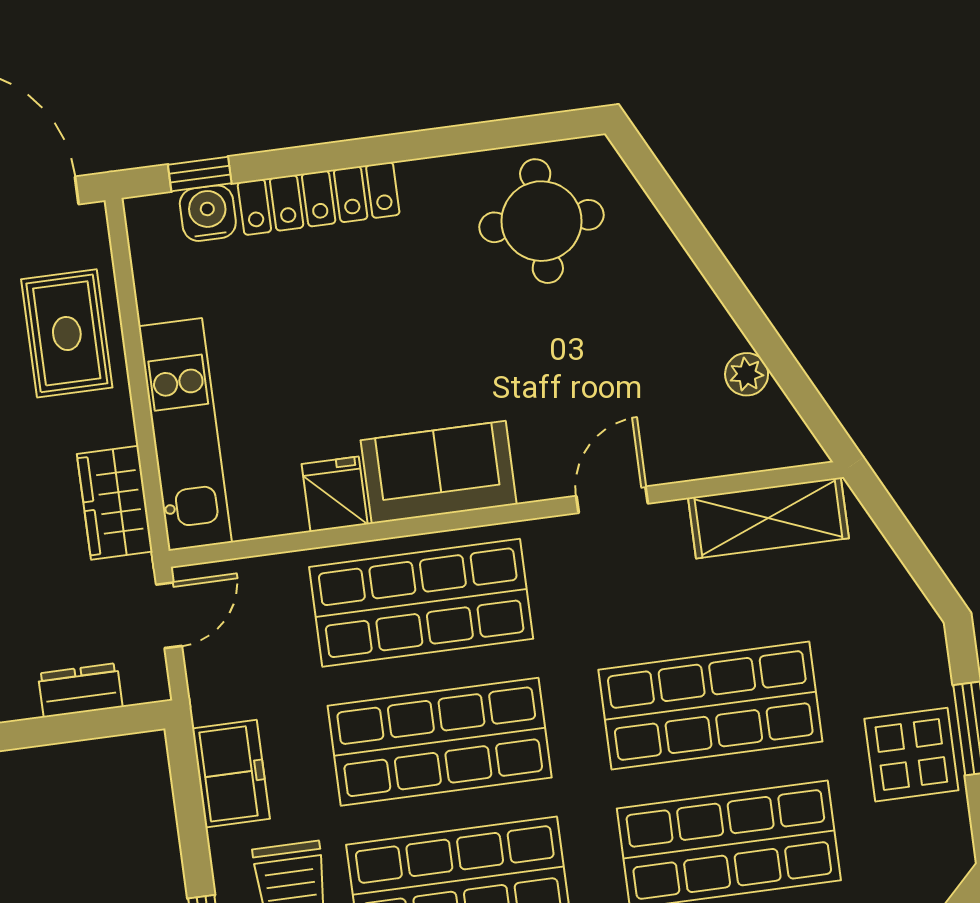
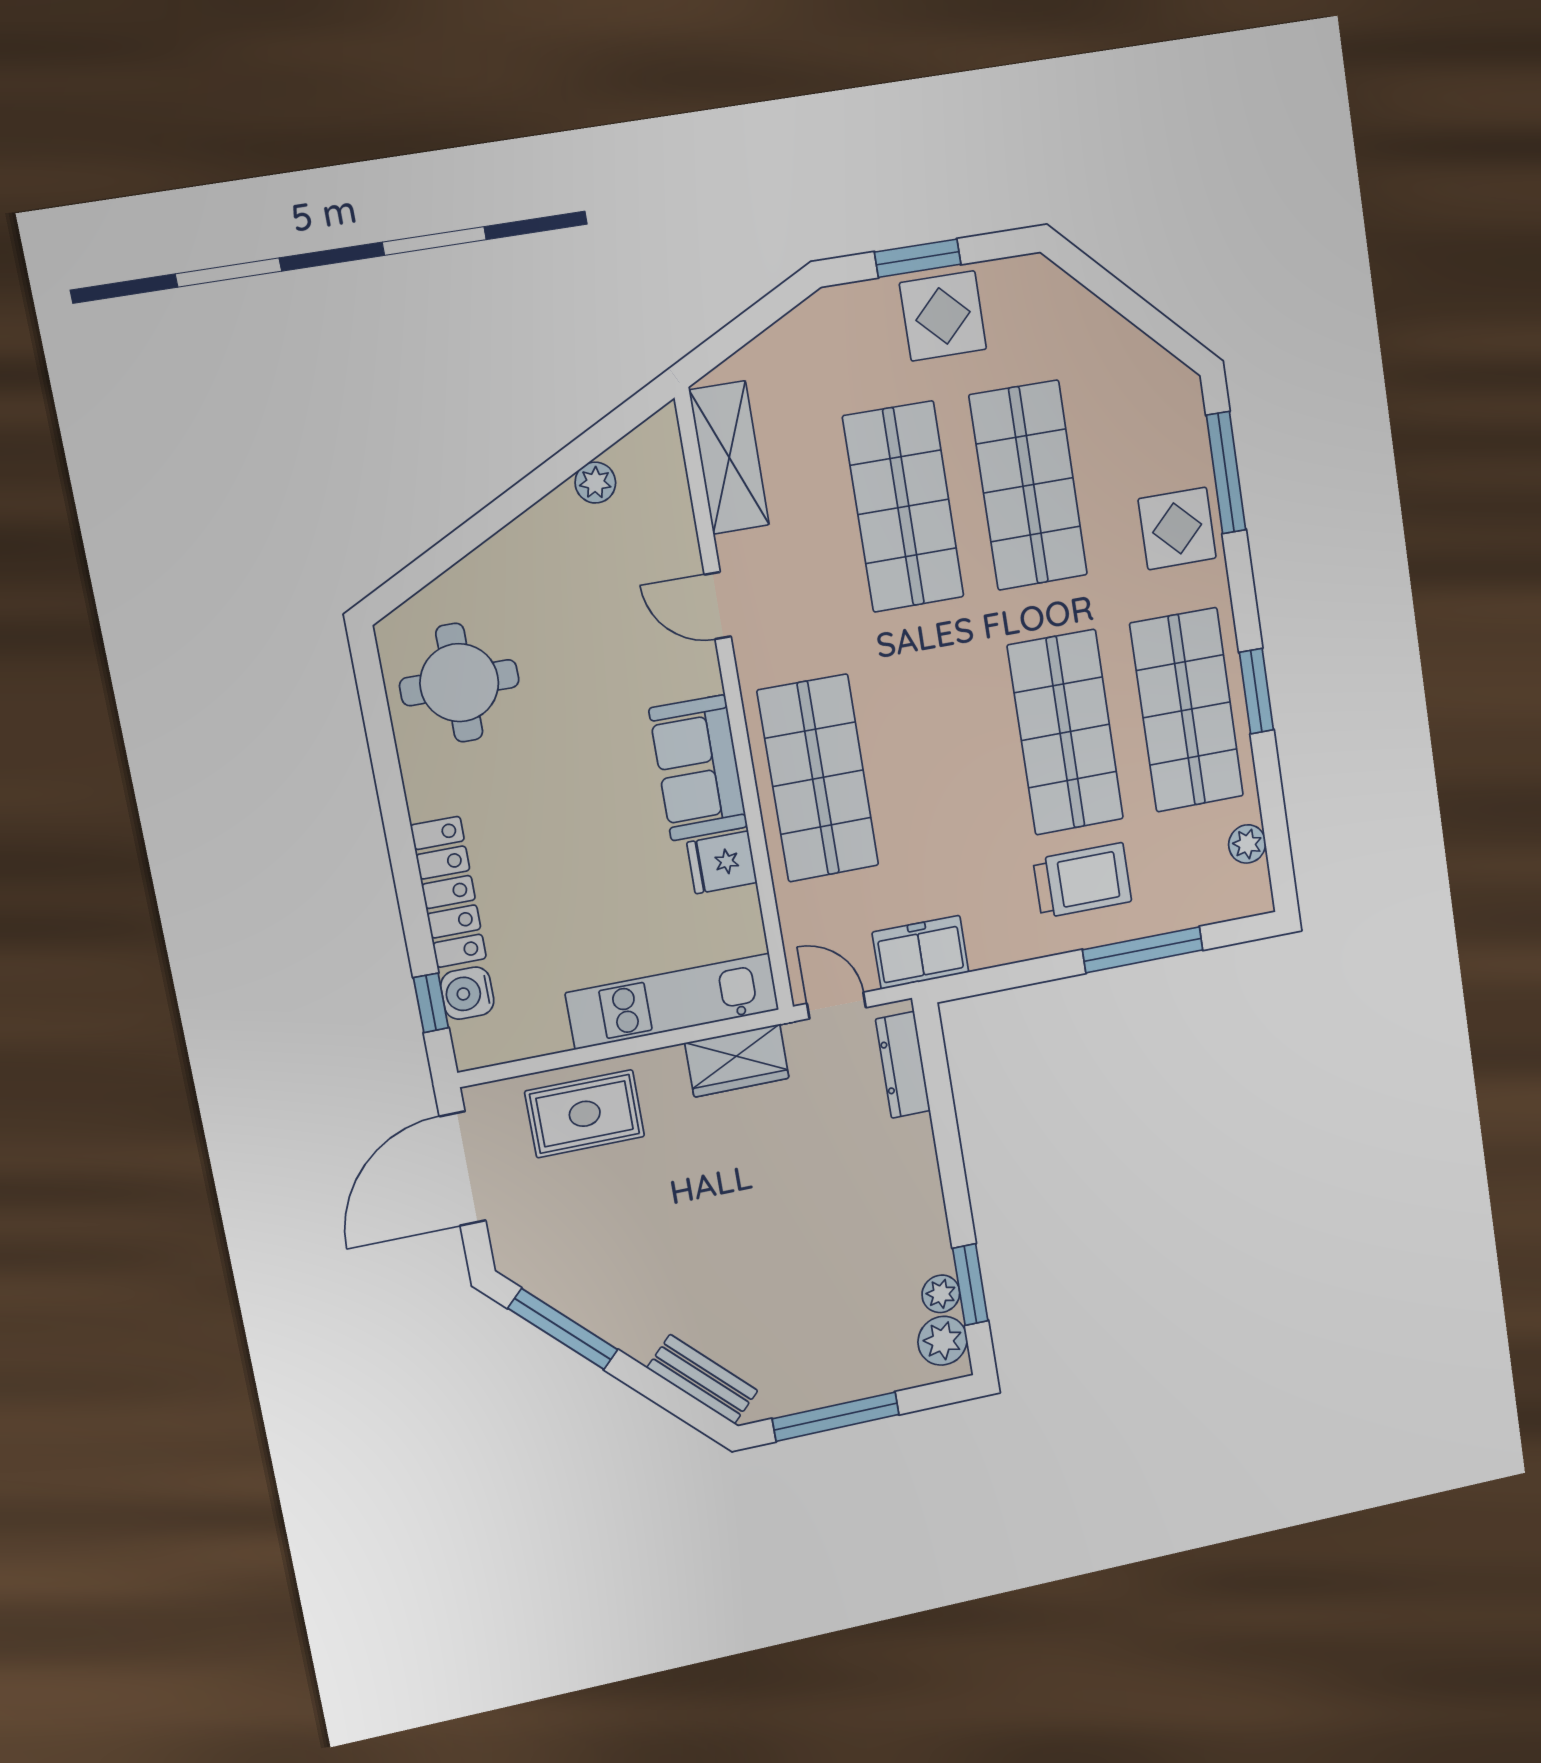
dresser: (80, 690) -> (903, 1065), width x1.44
shop shelf: (440, 742) -> (943, 755), removed
freezer: (231, 774) -> (920, 952), moved

